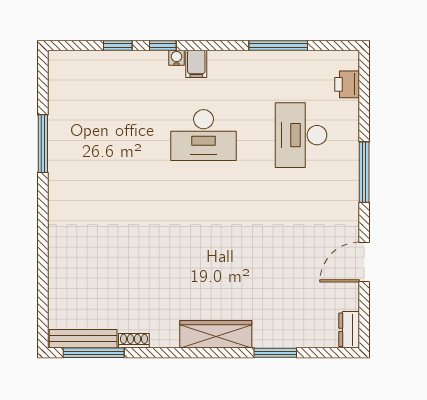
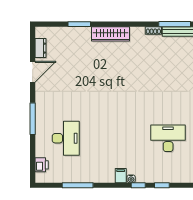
desk: (204, 135) -> (168, 138), moved
dresser: (349, 330) -> (41, 48), moved

